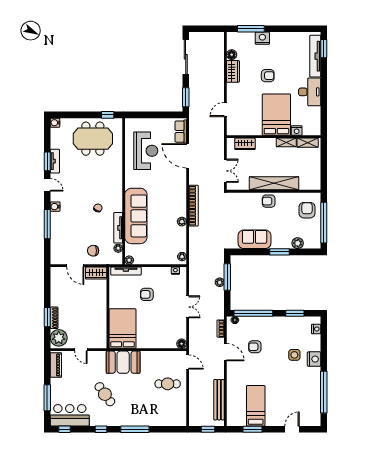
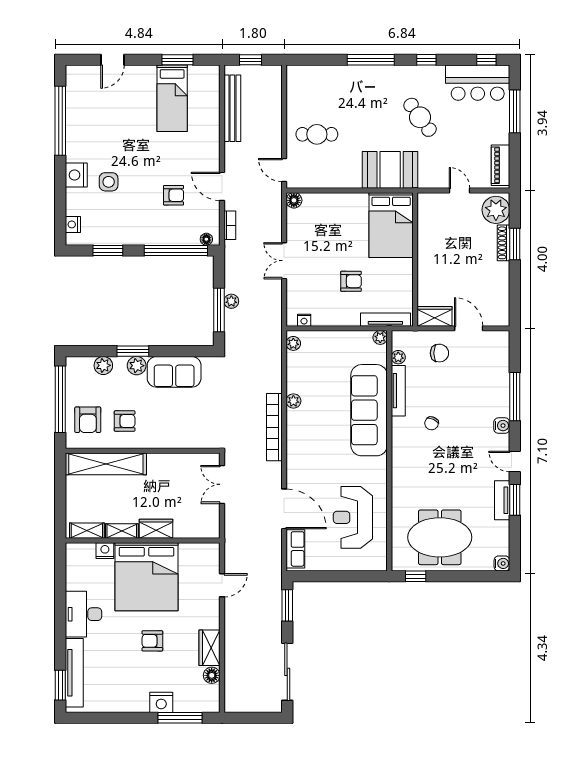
bed: (276, 115) -> (146, 577), width x1.36
wardrobe: (245, 144) -> (156, 529), moved
shelving: (274, 183) -> (106, 464), moved
armchair: (269, 201) -> (125, 421), moved
plant: (277, 243) -> (137, 366), added

